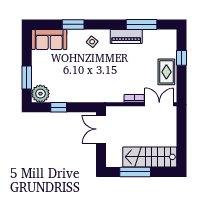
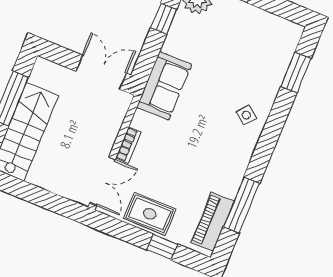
window: (73, 24) -> (296, 73), moved
piano: (126, 36) -> (212, 222), moved
sofa: (49, 40) -> (164, 86), moved, turned 180

